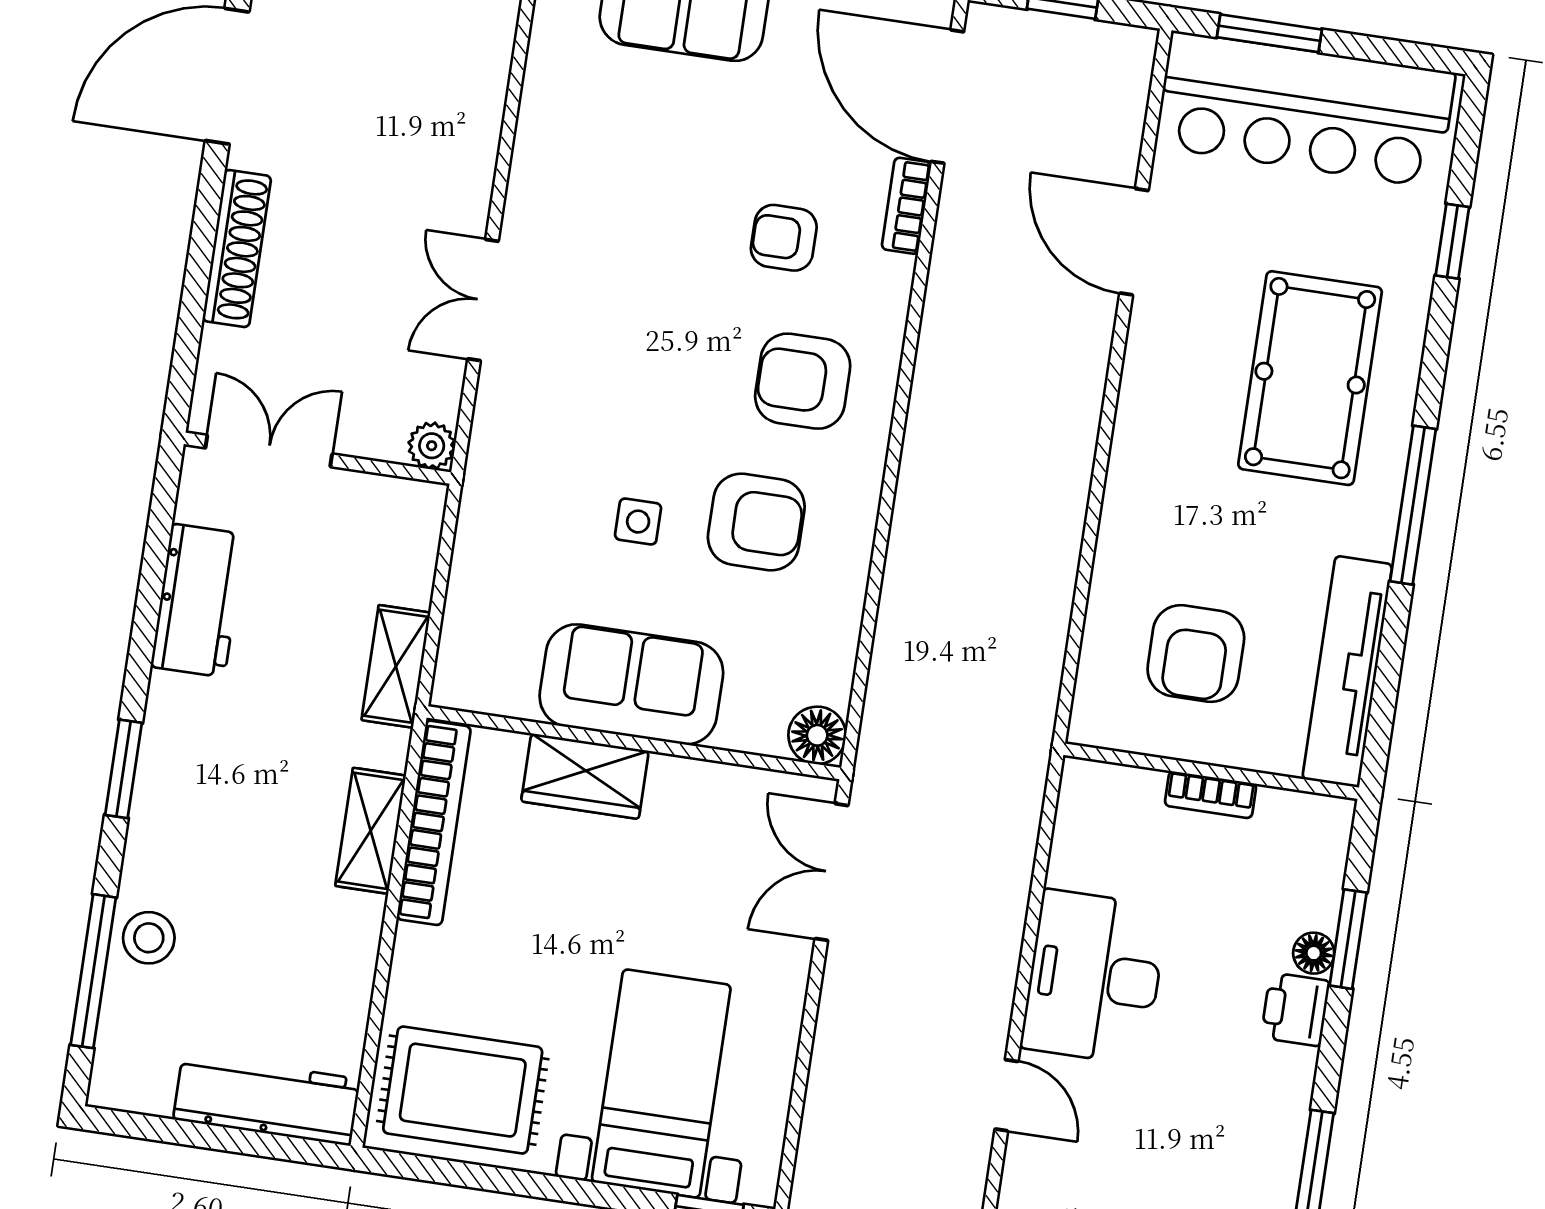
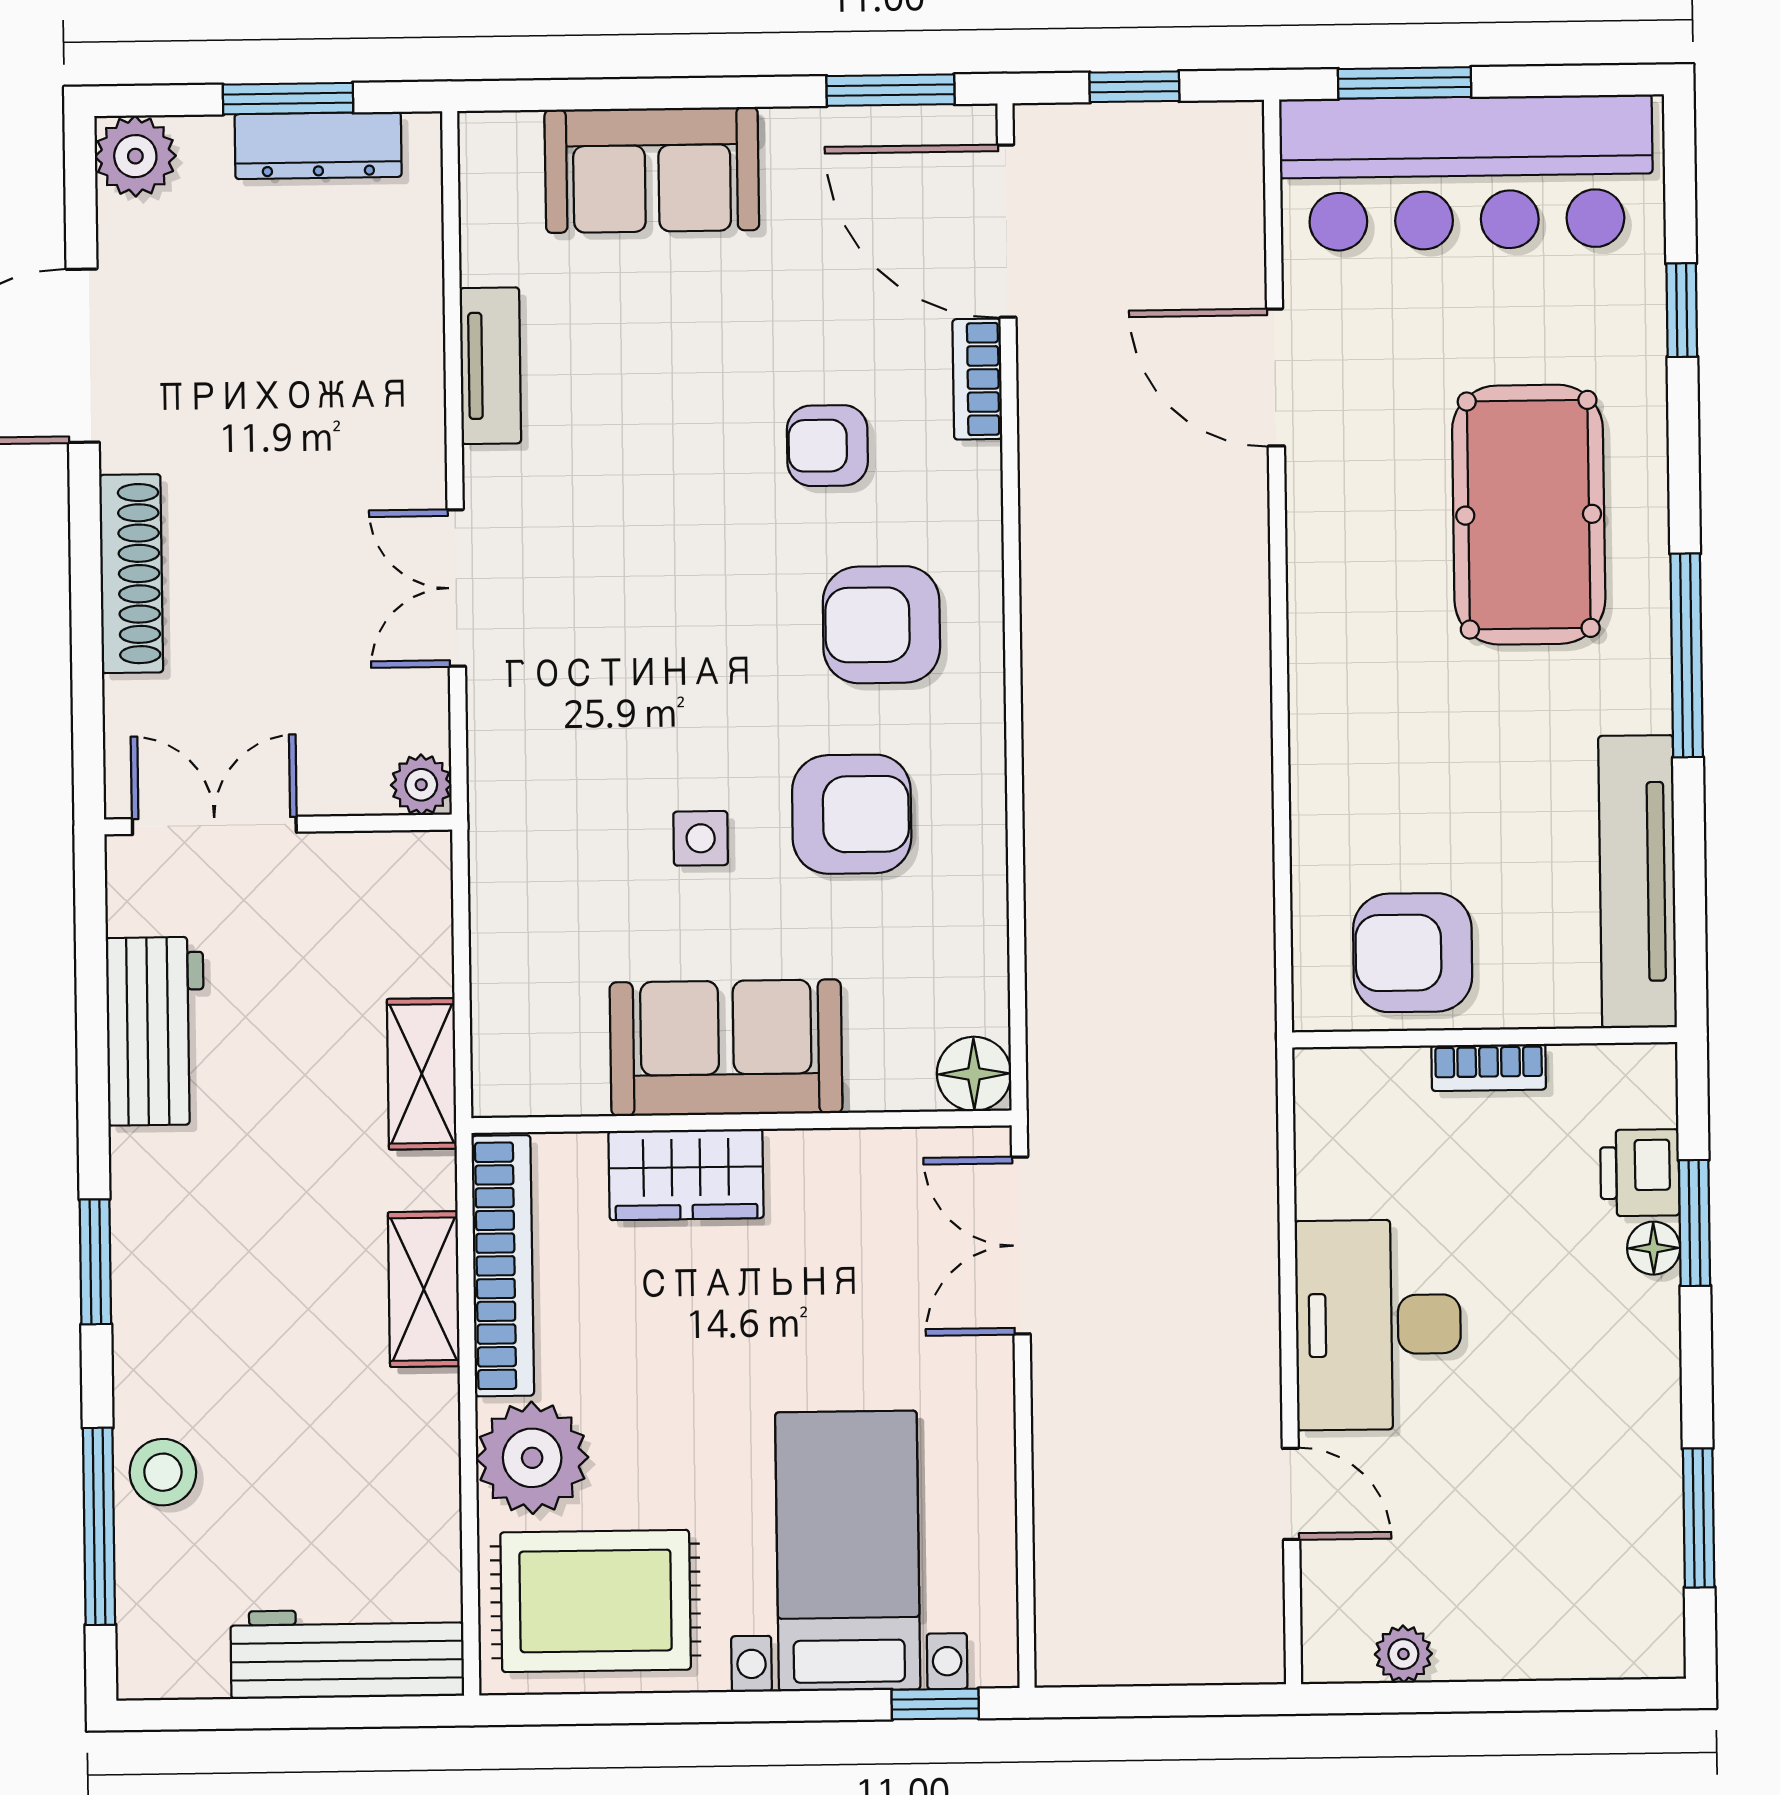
tv unit: (537, 135) -> (490, 366), added
armchair: (1196, 653) -> (1413, 953), moved, turned 90
plant: (432, 973) -> (532, 1458), added
printer: (1295, 1009) -> (1640, 1173), moved

